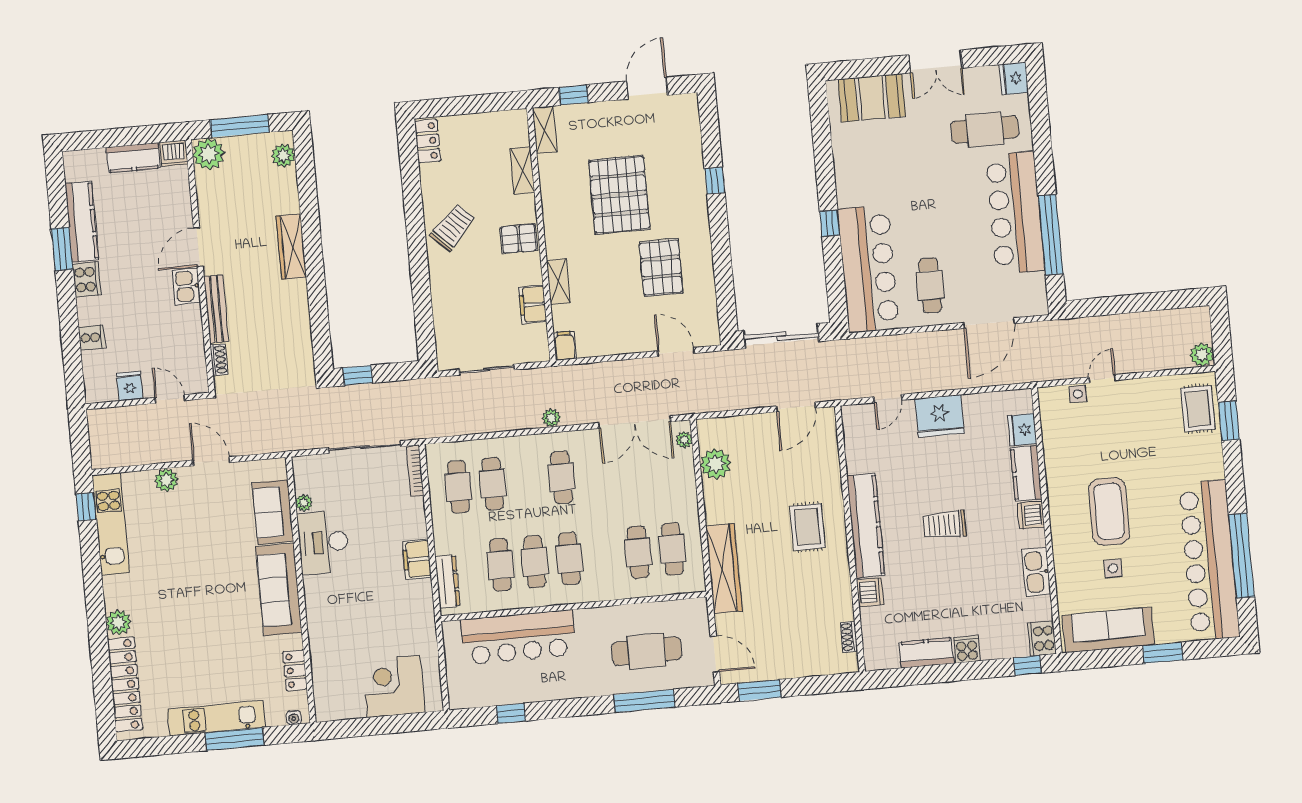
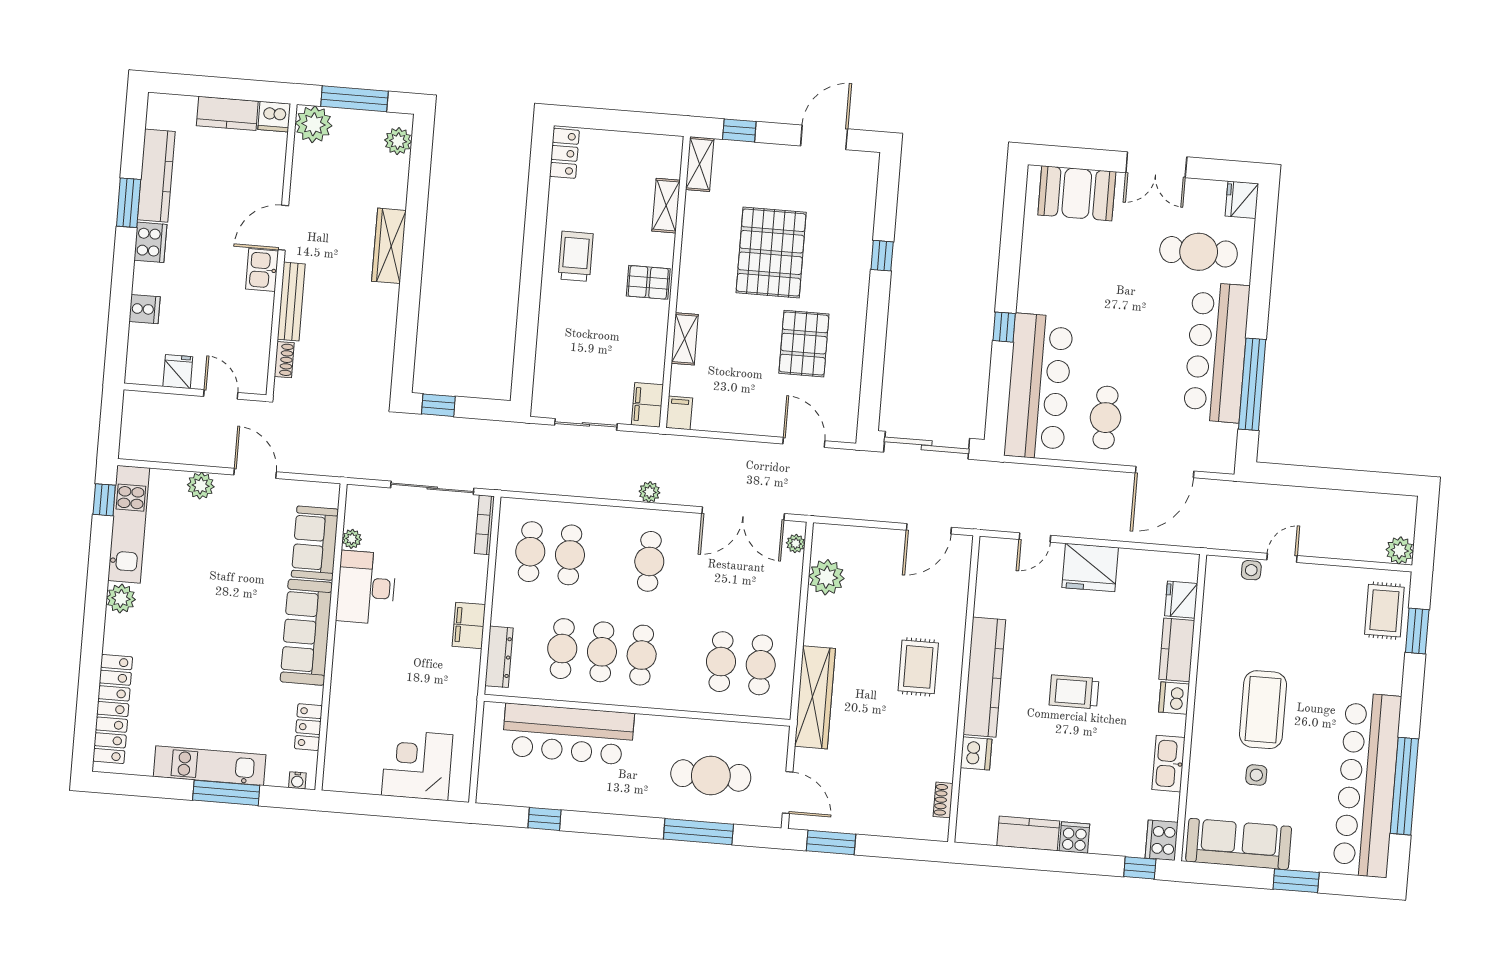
trolley: (453, 227) -> (576, 256), turned -44
filing cabinet: (533, 304) -> (647, 405), moved
plant: (118, 623) -> (121, 599), moved

